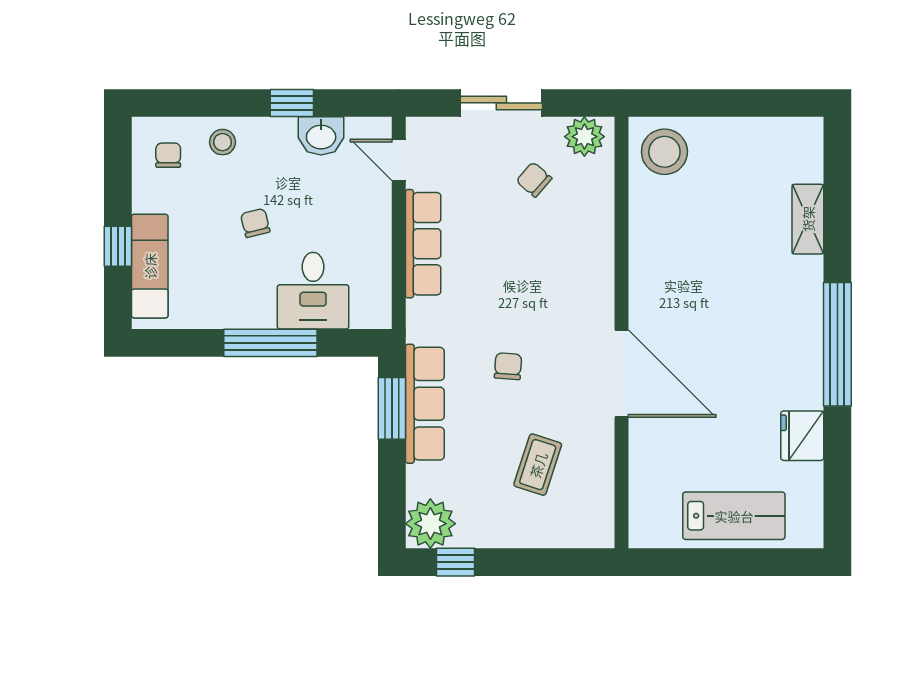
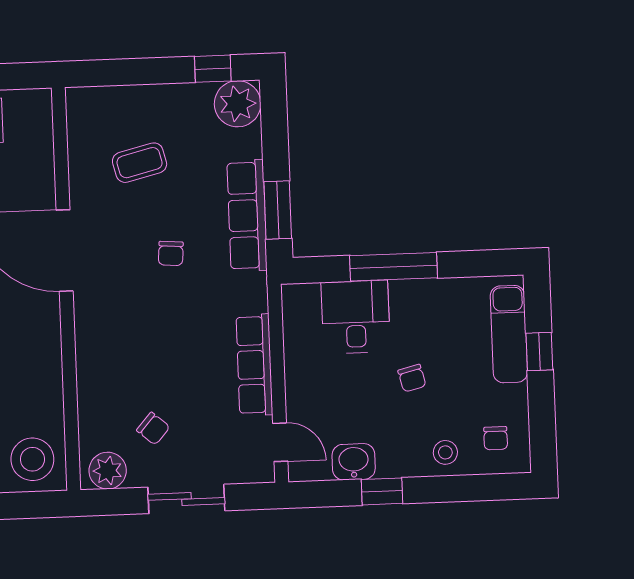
coffee table: (538, 465) -> (140, 163), turned 58

